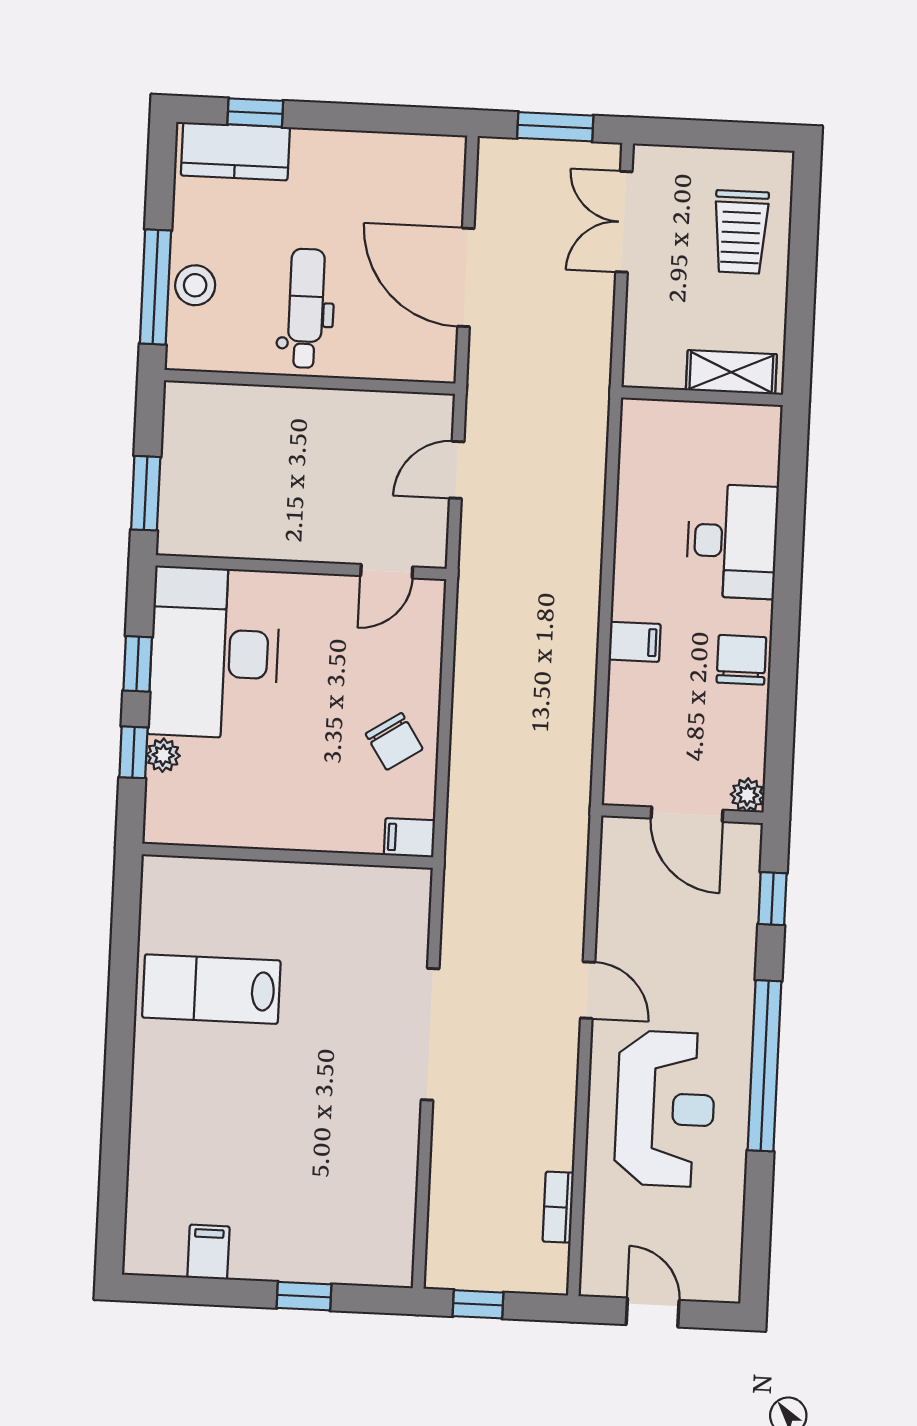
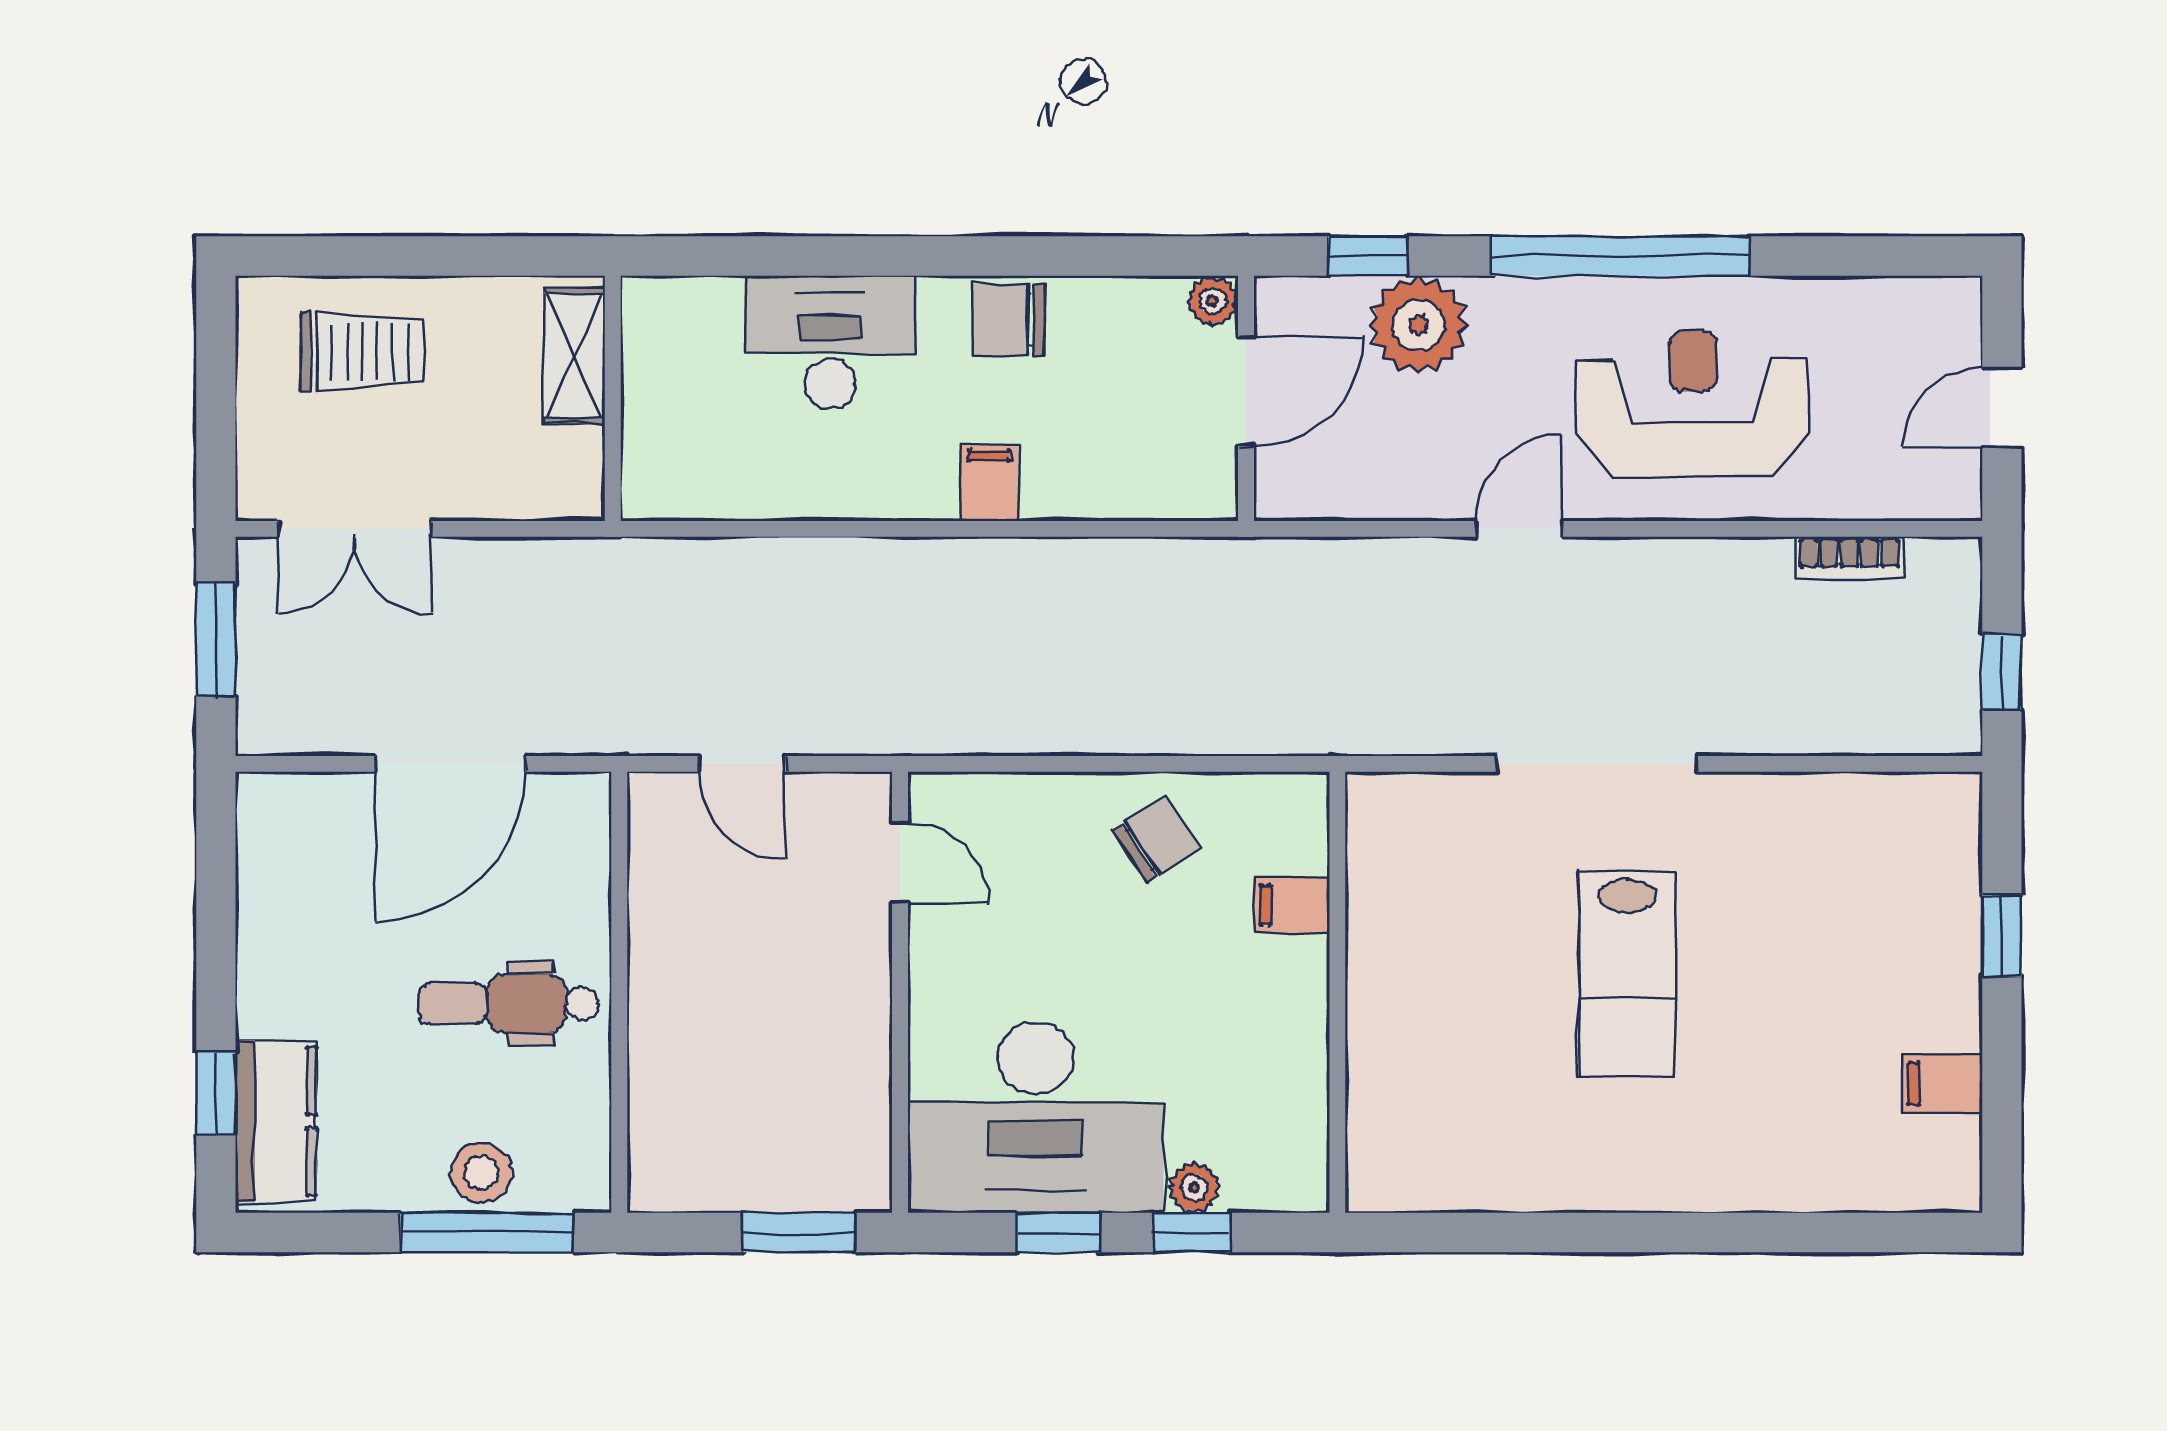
filing cabinet: (409, 838) -> (1292, 905), moved, turned 90
plant: (725, 930) -> (1419, 325), added
lab bench: (211, 989) -> (1627, 974), moved

